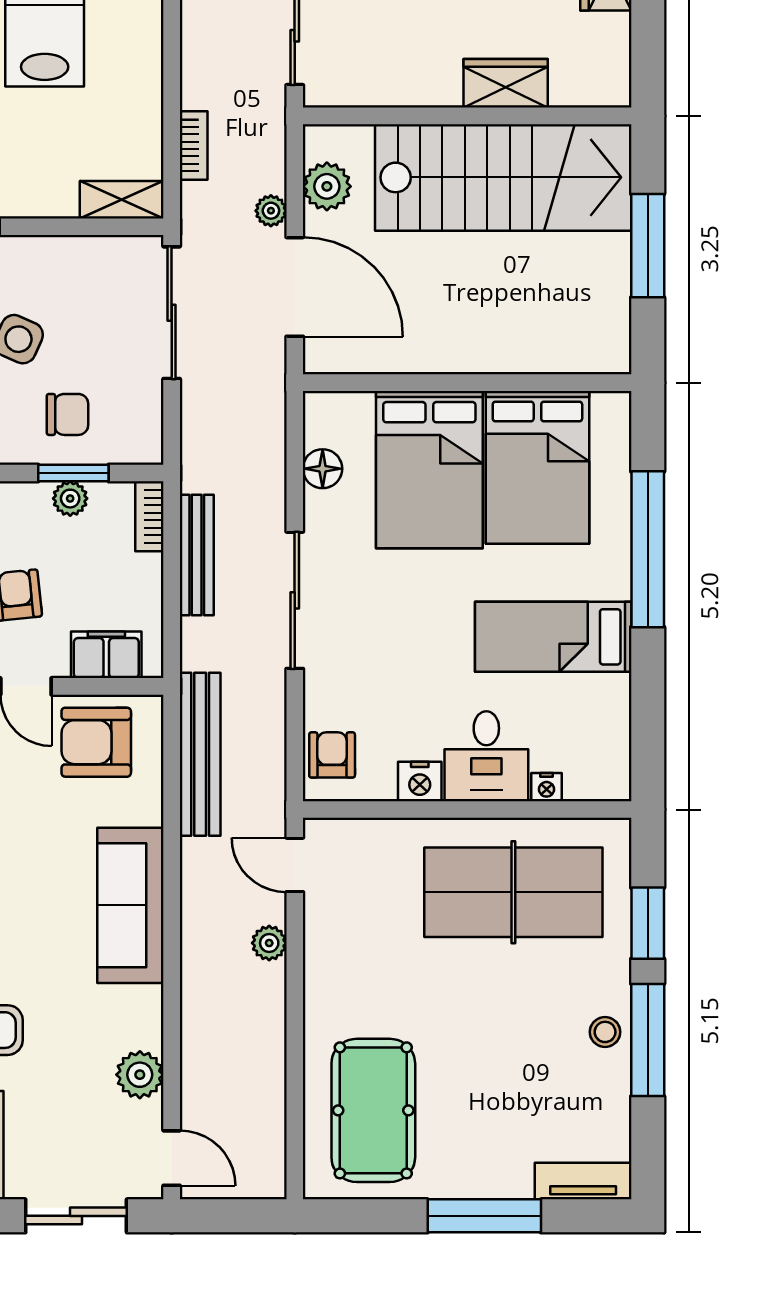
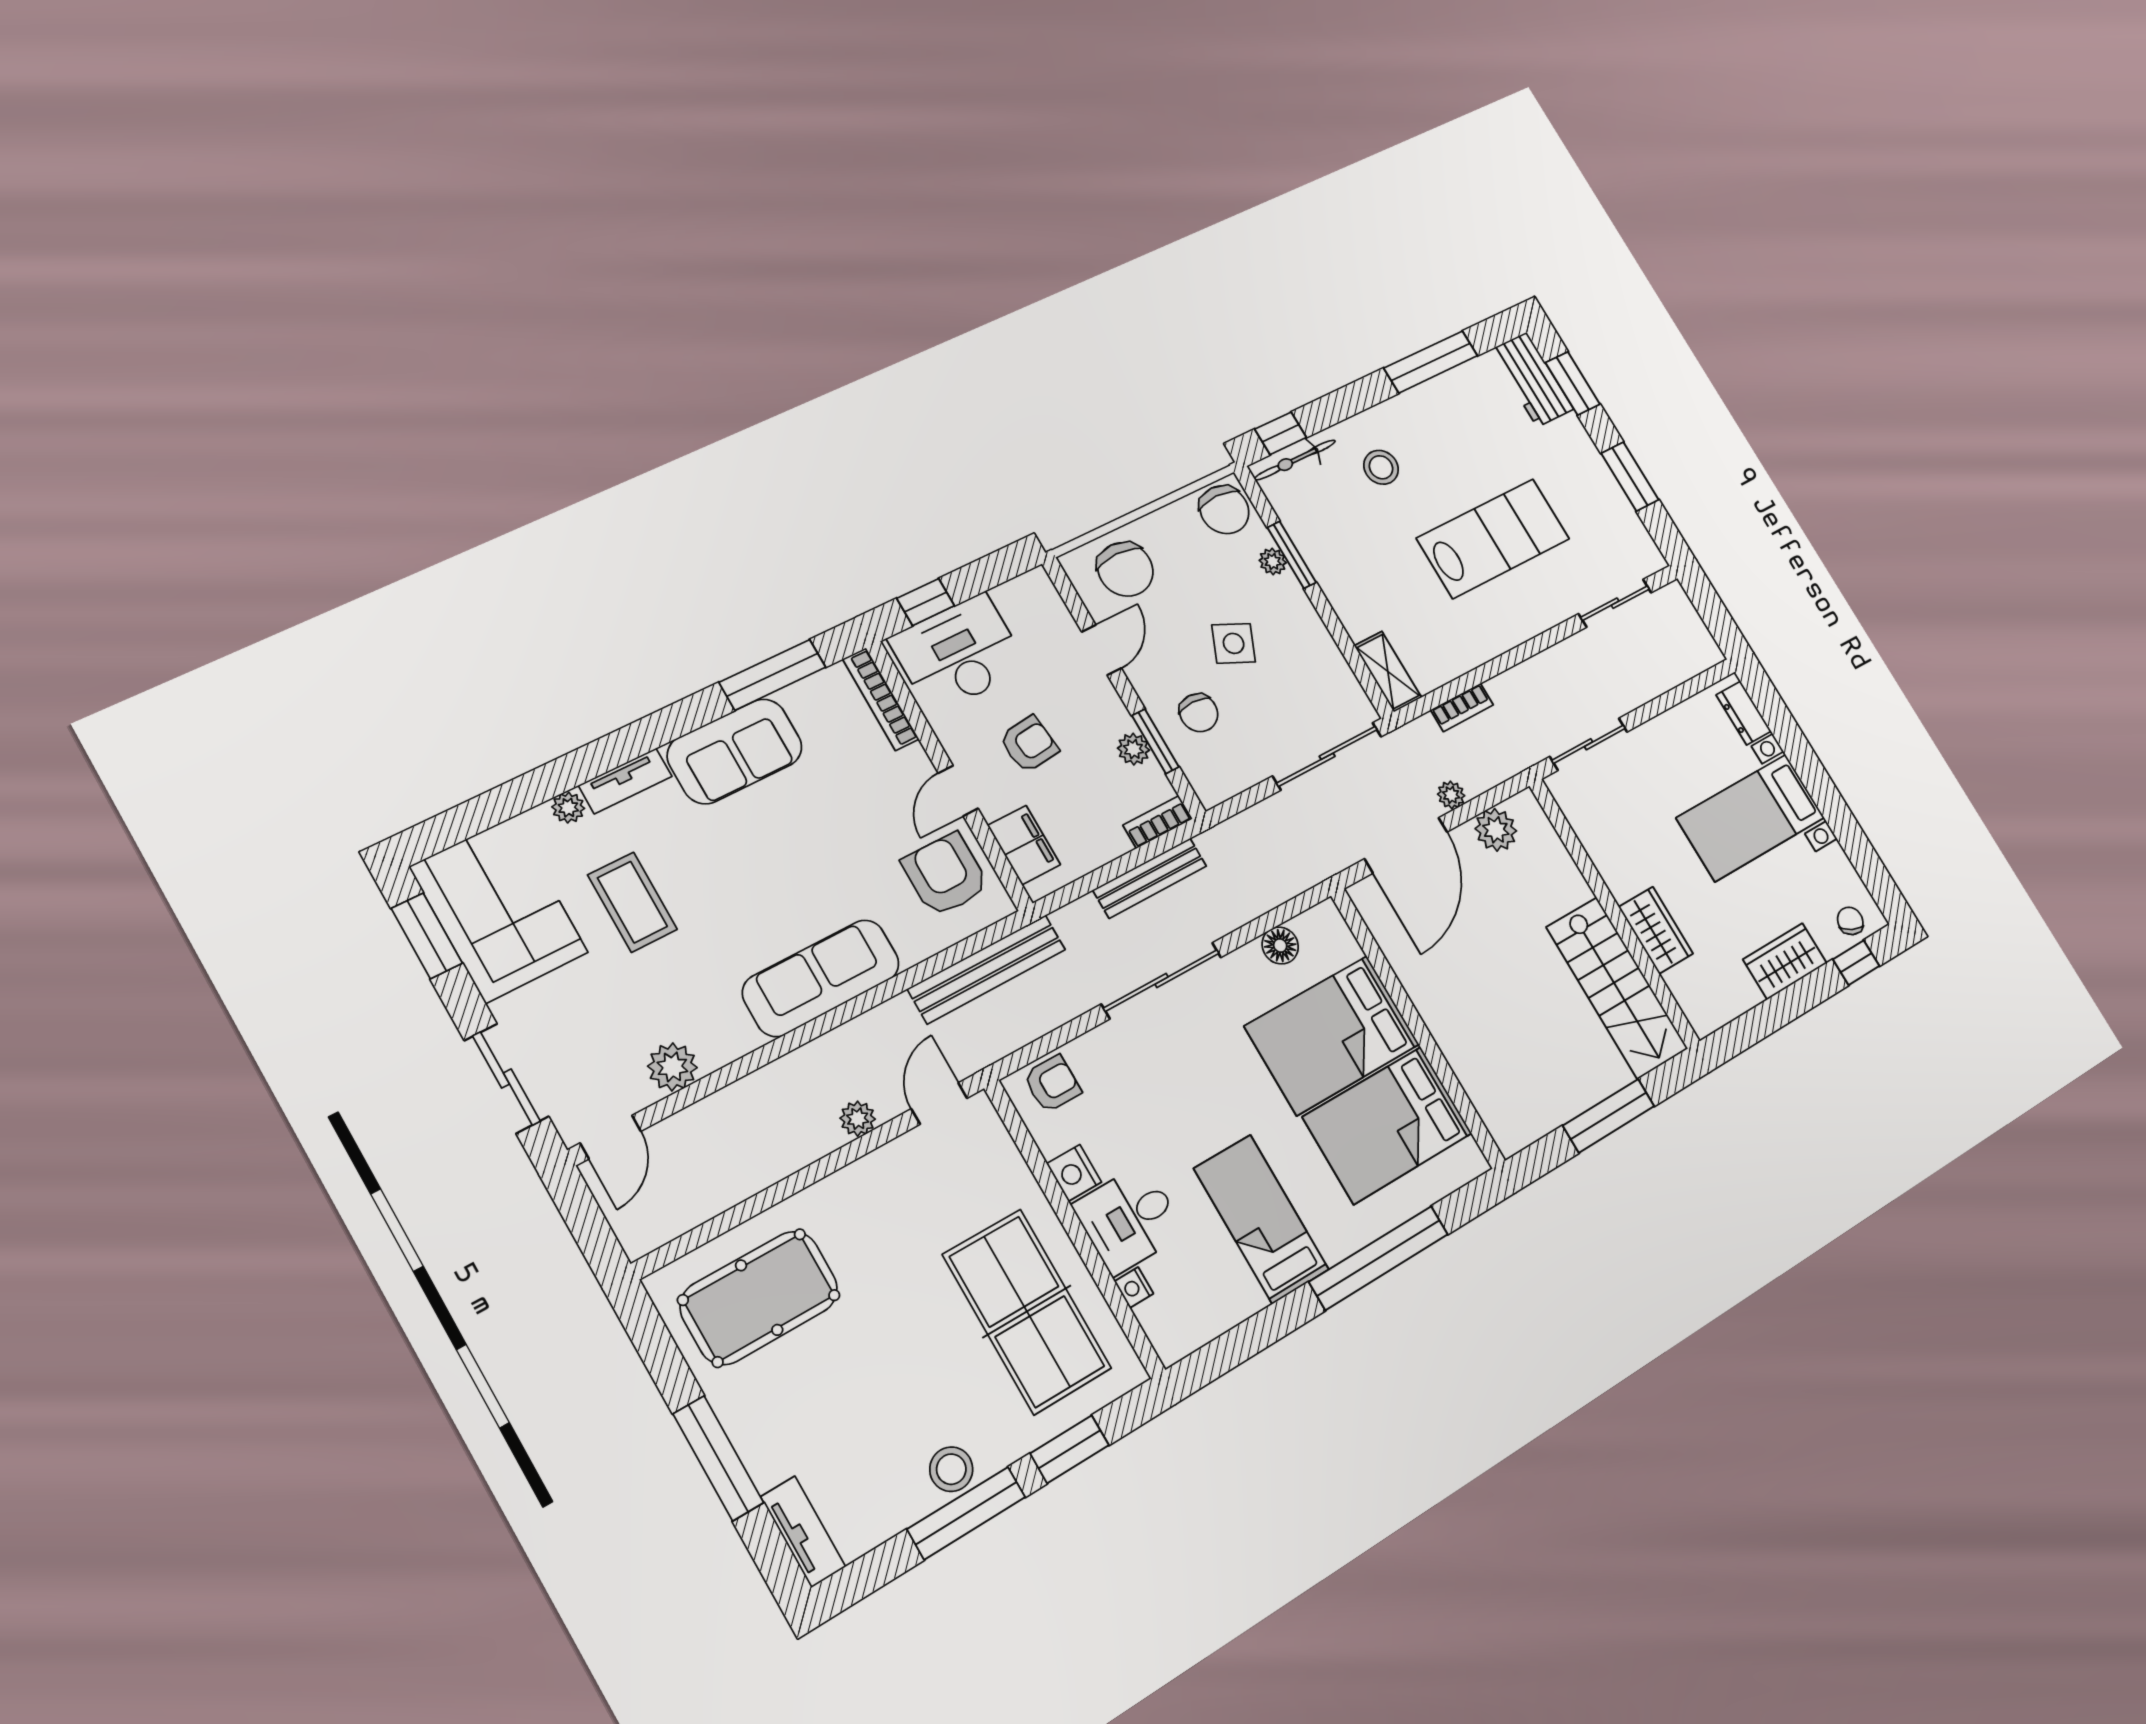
stairs: (503, 177) -> (1617, 988), width x0.73, depth x0.66
stool: (605, 1032) -> (951, 1469), width x1.37, depth x1.37

